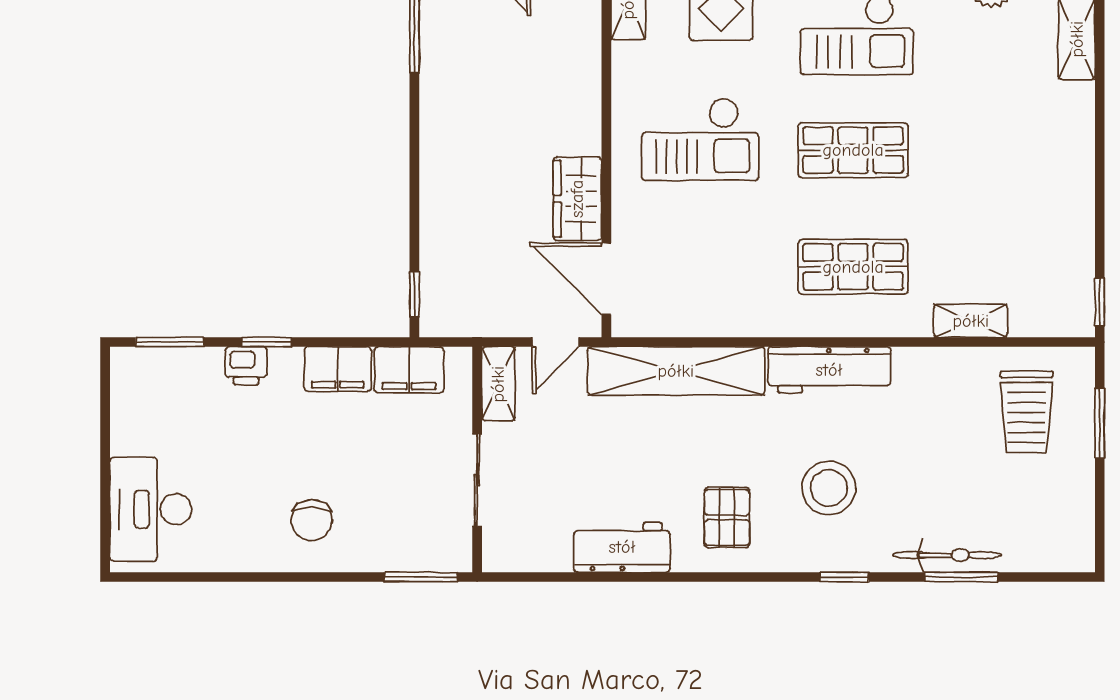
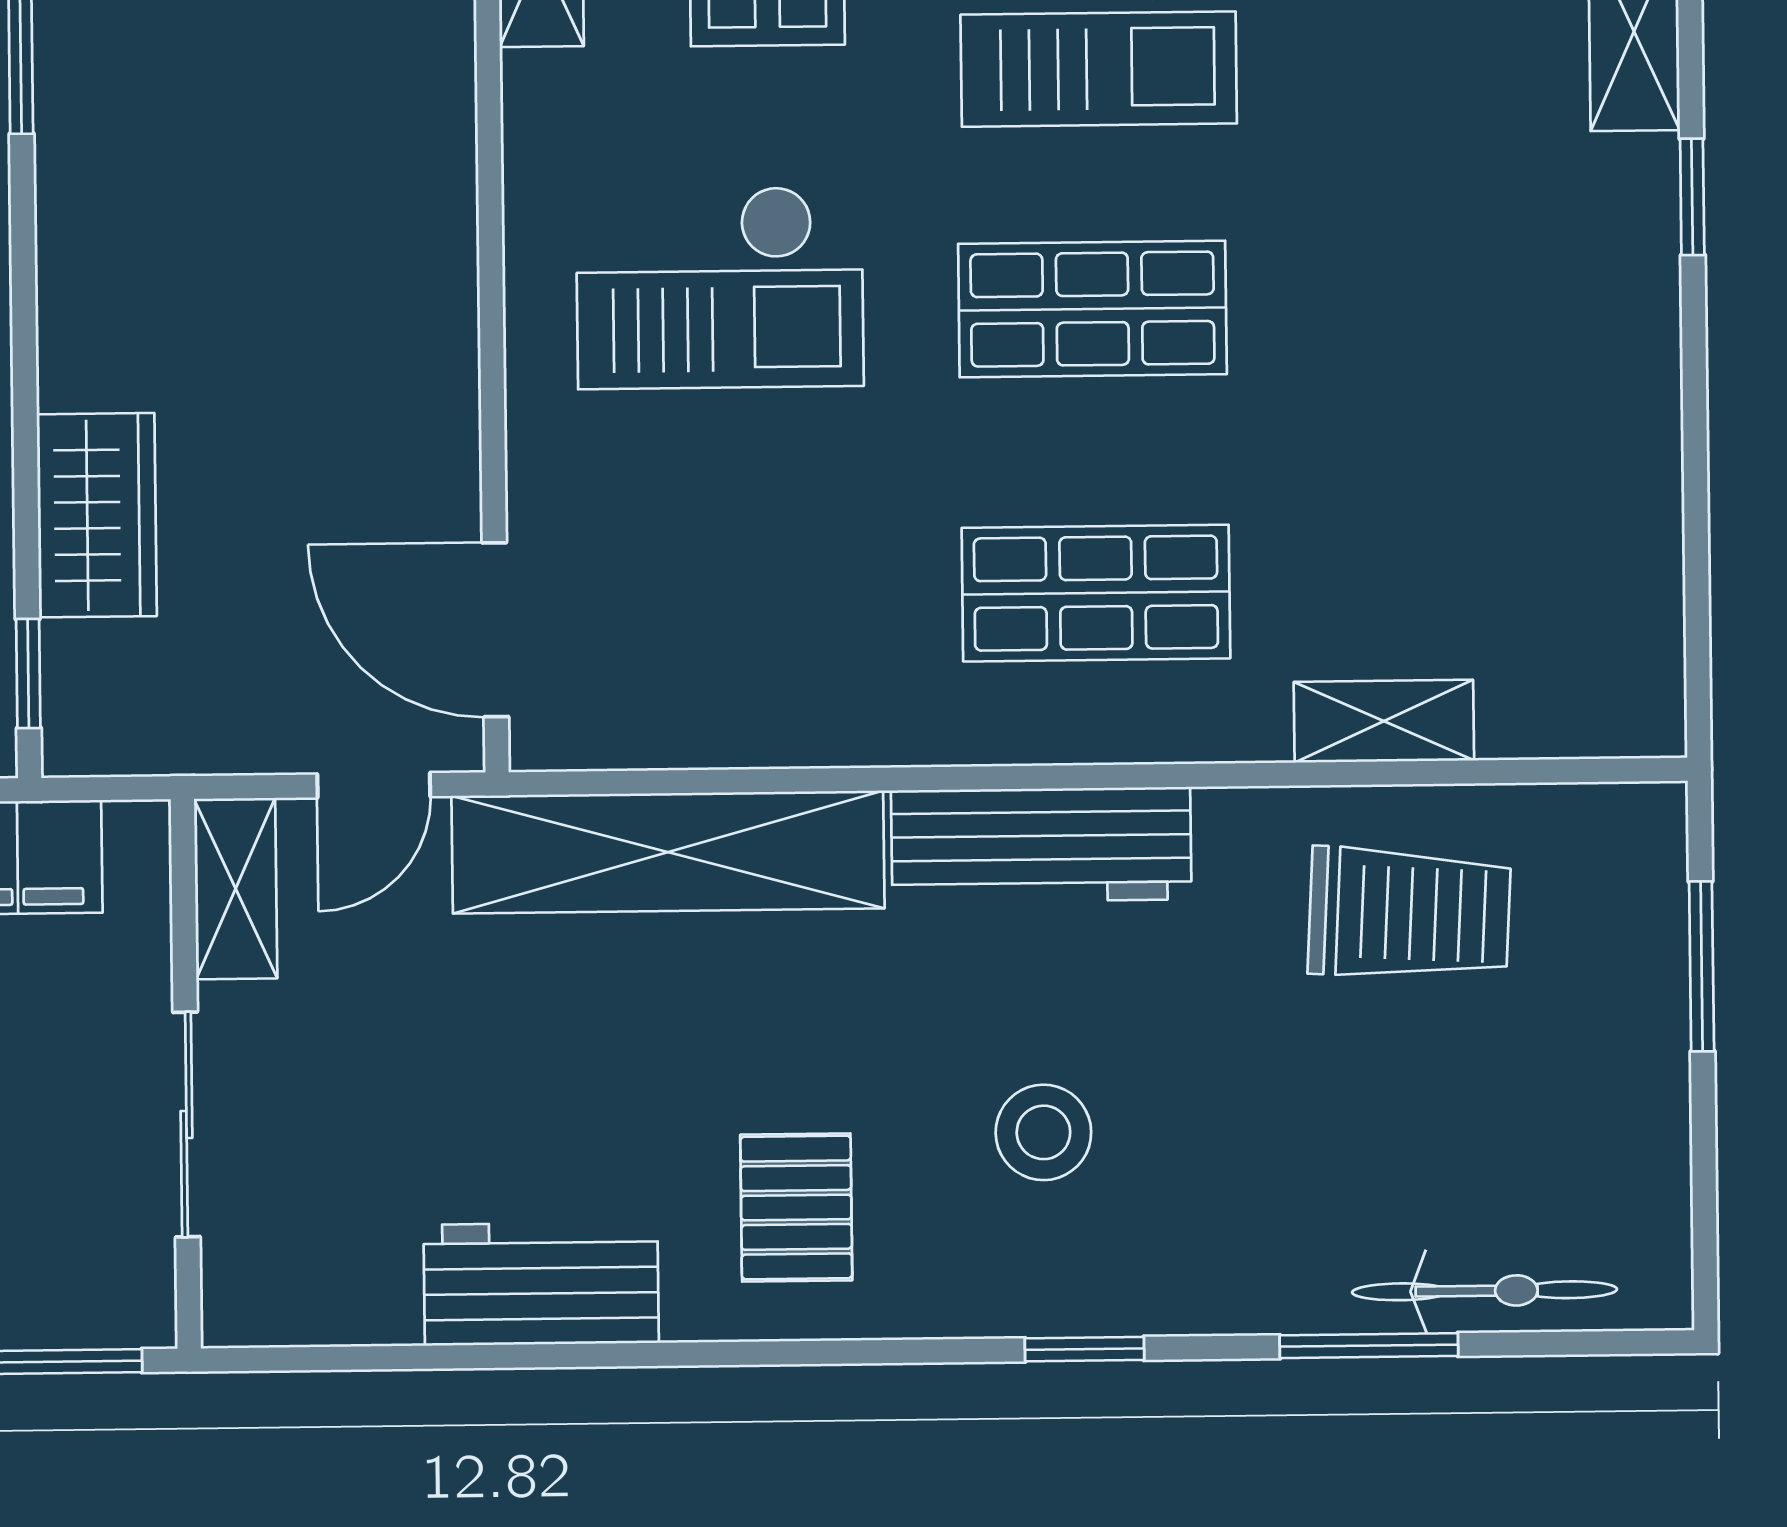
wardrobe: (577, 199) -> (97, 515), moved, turned 180
window: (1100, 302) -> (1692, 197), moved
trolley: (1027, 412) -> (1409, 913), moved, turned -87
stool: (829, 488) -> (1043, 1132), width x0.73, depth x0.73
bicycle: (947, 555) -> (1485, 1291), moved

